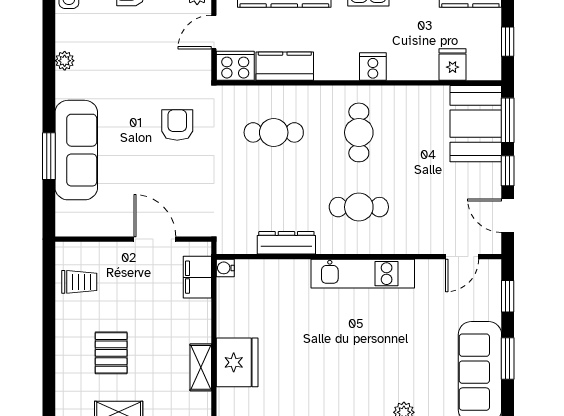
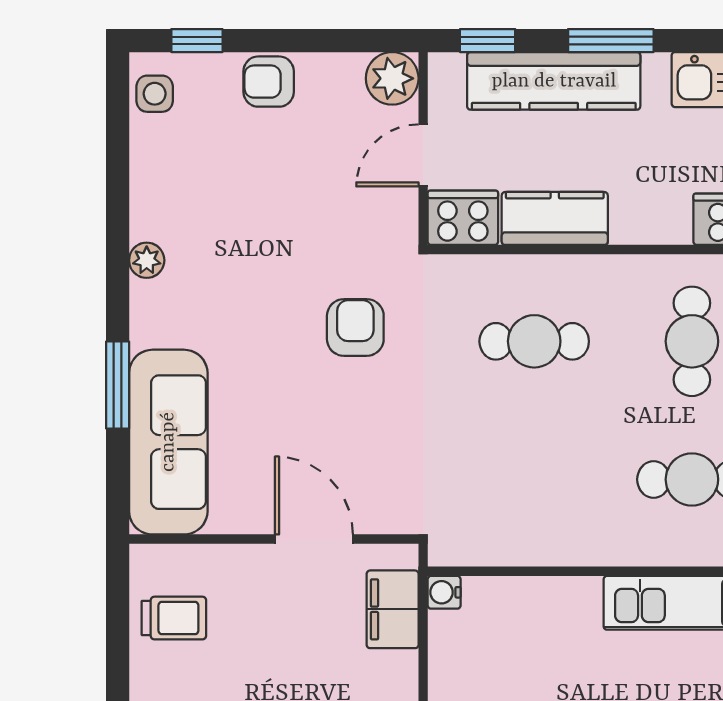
plant: (65, 61) -> (147, 260), moved
sofa: (76, 150) -> (168, 442), moved
dresser: (286, 243) -> (558, 546), removed

